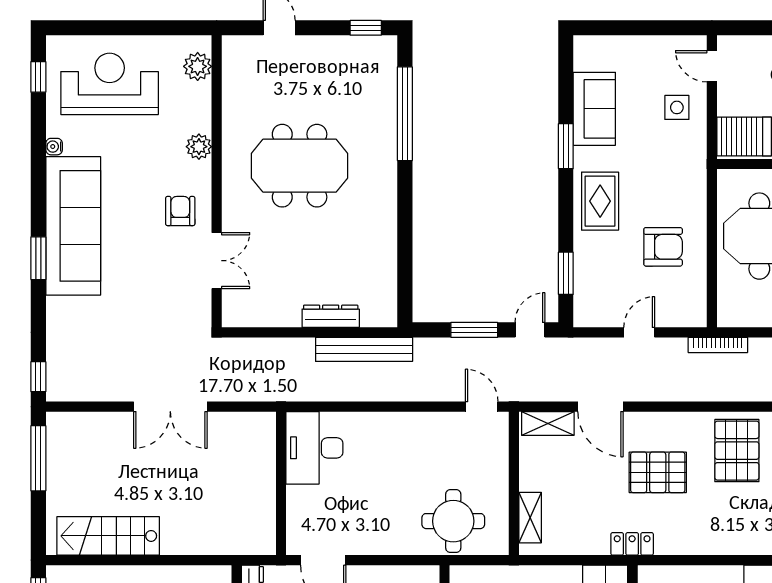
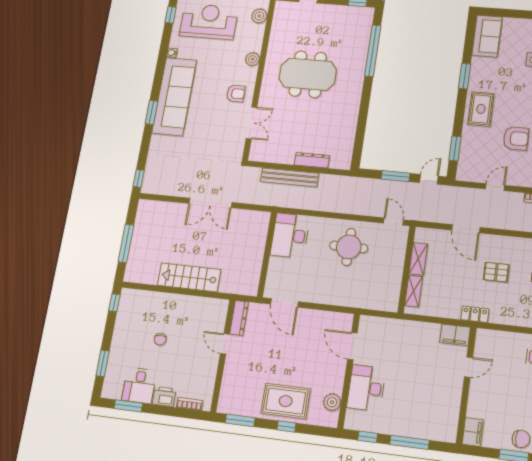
sofa: (594, 109) -> (487, 36), moved
armchair: (180, 211) -> (236, 94), turned 90
bench: (364, 349) -> (290, 177), moved
shelving: (548, 423) -> (418, 259), moved, turned 90
window: (38, 458) -> (126, 243), moved
pallet: (658, 472) -> (496, 272), width x0.67, depth x0.71
round table: (453, 521) -> (349, 247), moved
stairs: (108, 536) -> (189, 277), moved

